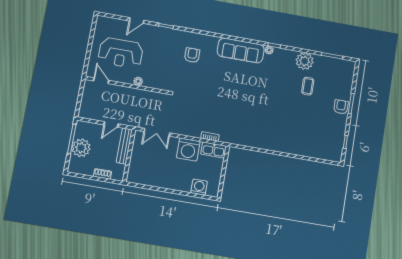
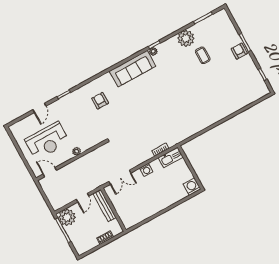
plant: (81, 148) -> (67, 217), moved
washing machine: (188, 149) -> (146, 170), width x0.53, depth x0.53
washing machine: (199, 187) -> (192, 187), moved

